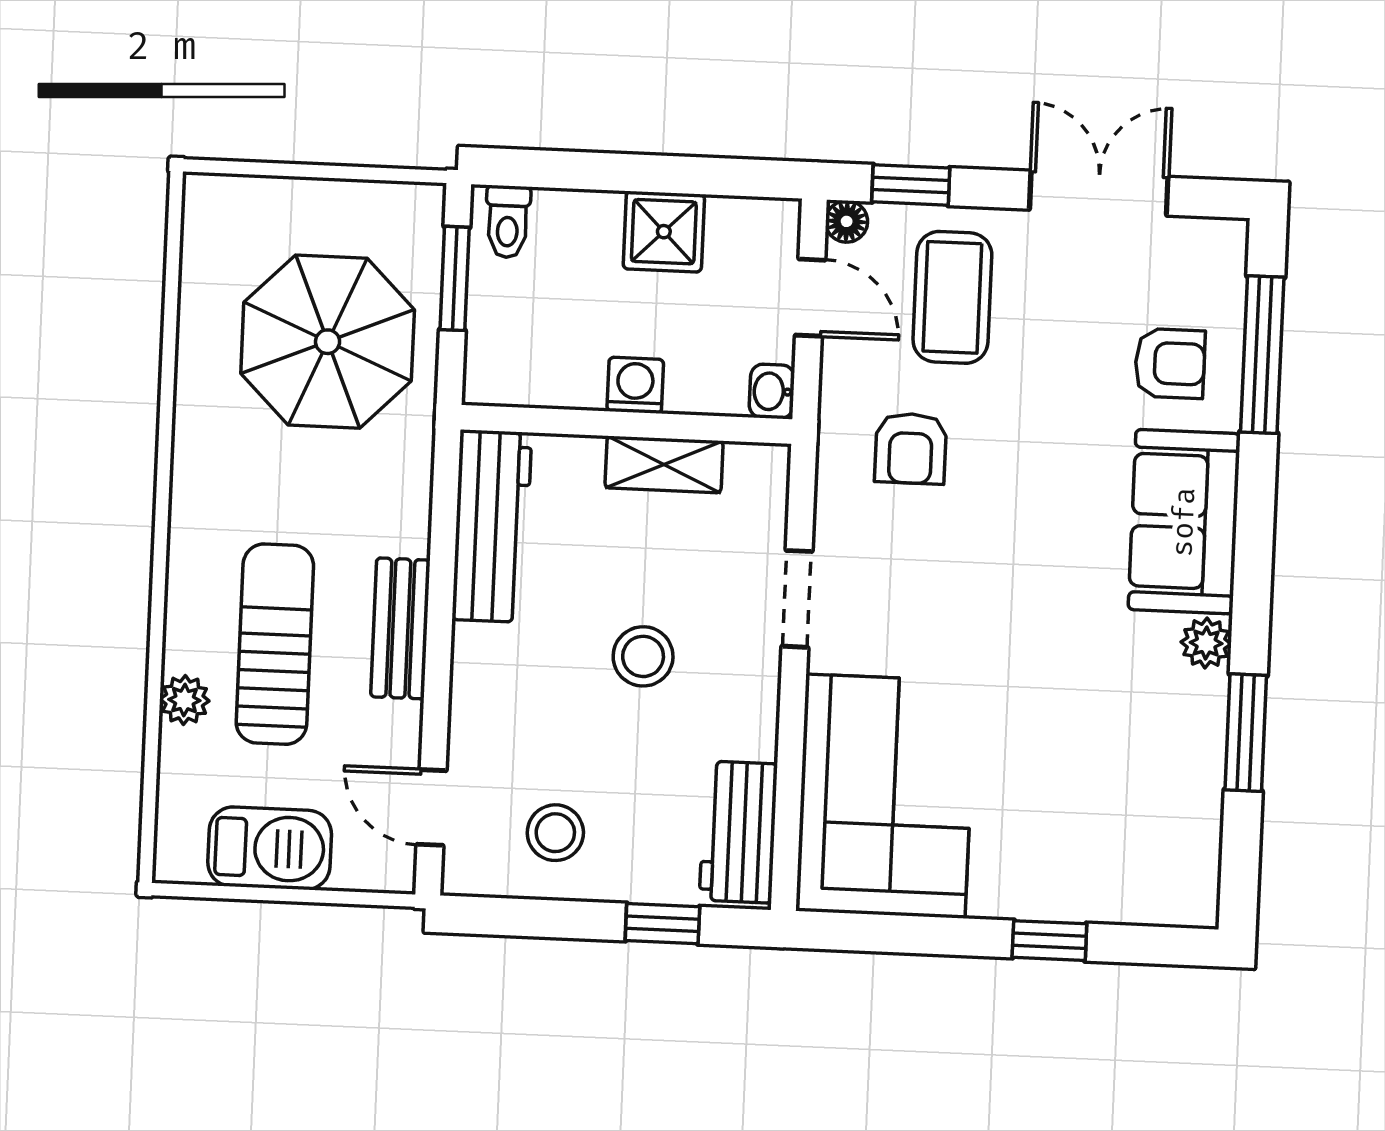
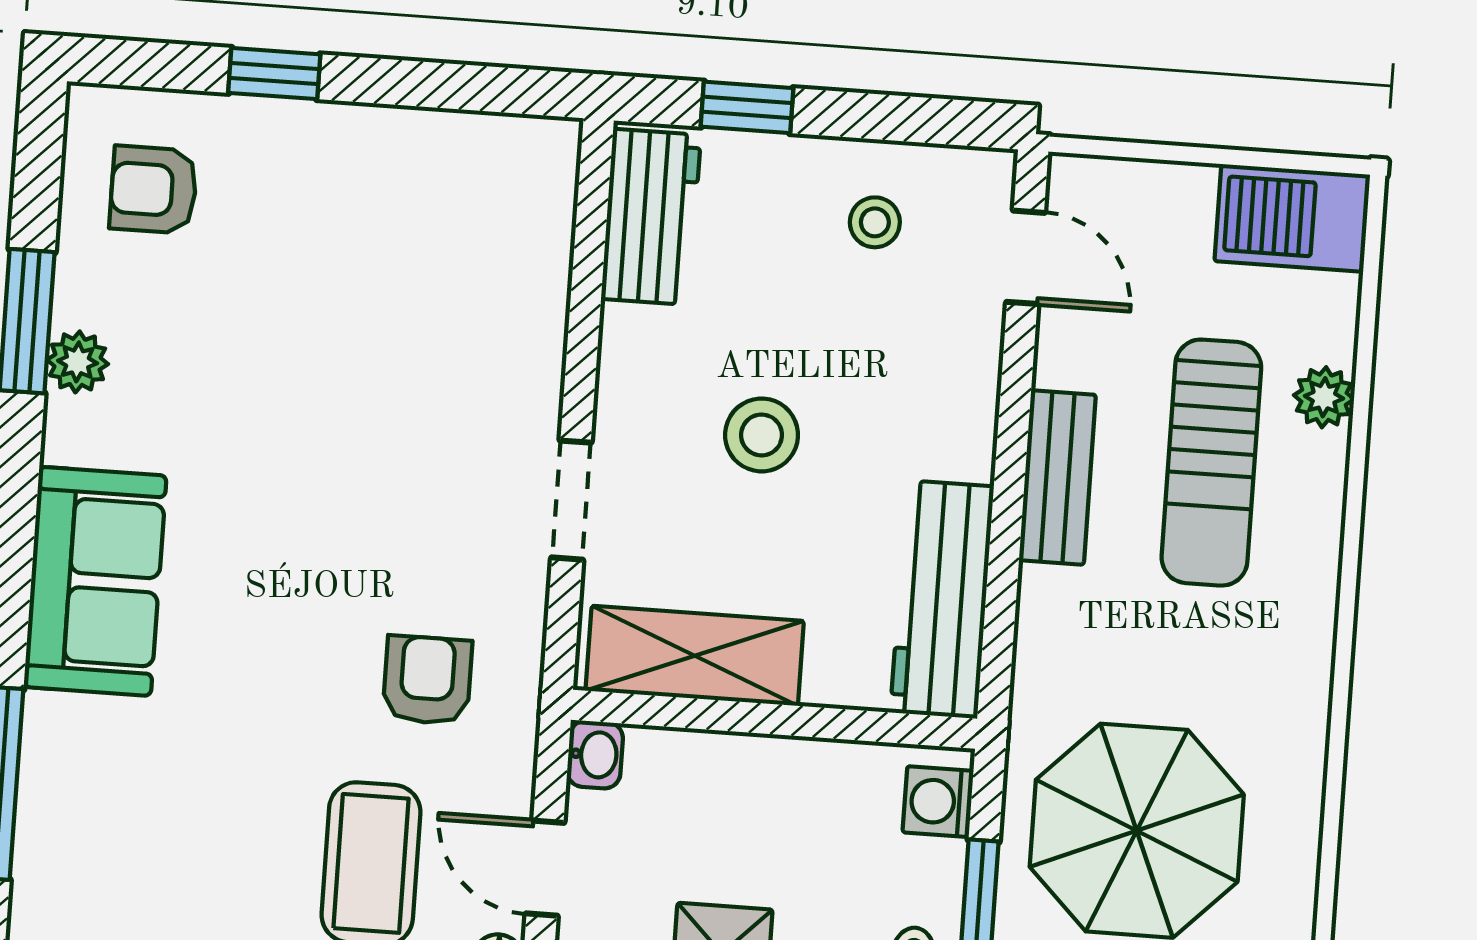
armchair: (1170, 363) -> (153, 190), moved
washing machine: (635, 385) -> (938, 802), moved, turned 90
shelving: (664, 464) -> (695, 656), width x1.50, depth x1.33
plant: (1206, 643) -> (78, 362), moved
corner sofa: (885, 796) -> (470, 256), removed
stool: (555, 833) -> (875, 222), width x0.73, depth x0.73
barbecue: (270, 848) -> (1292, 218), moved

